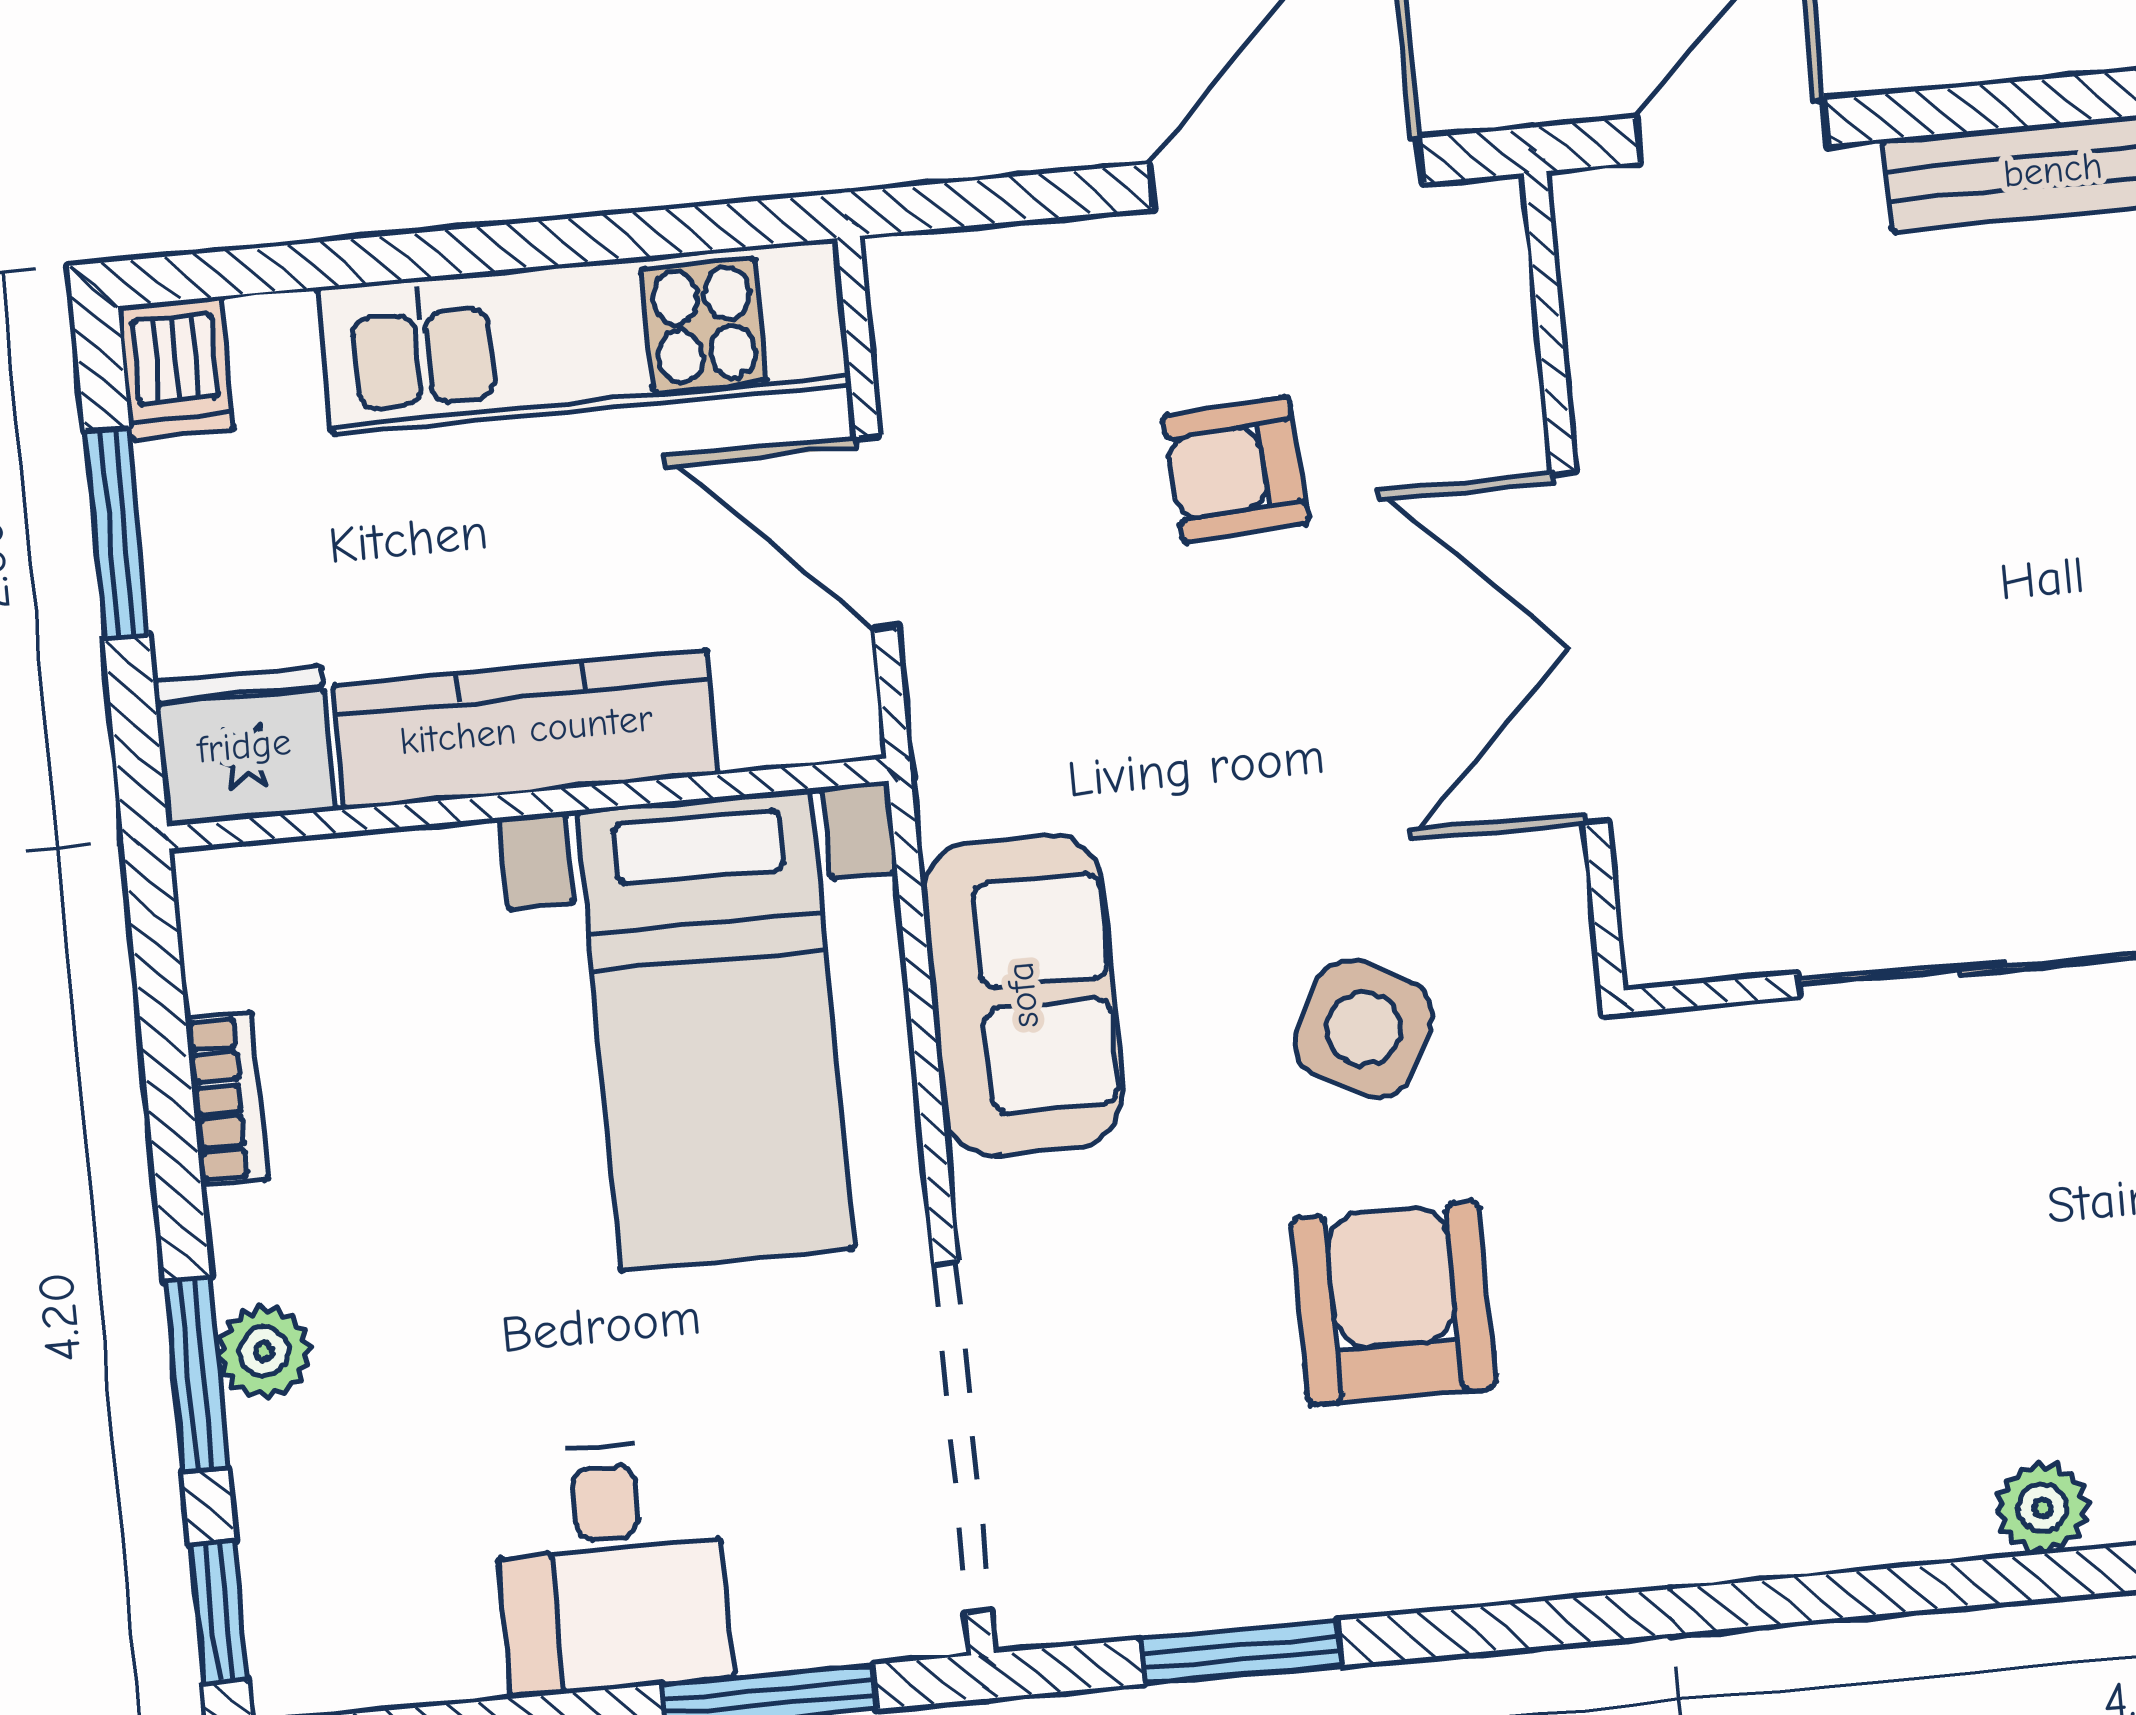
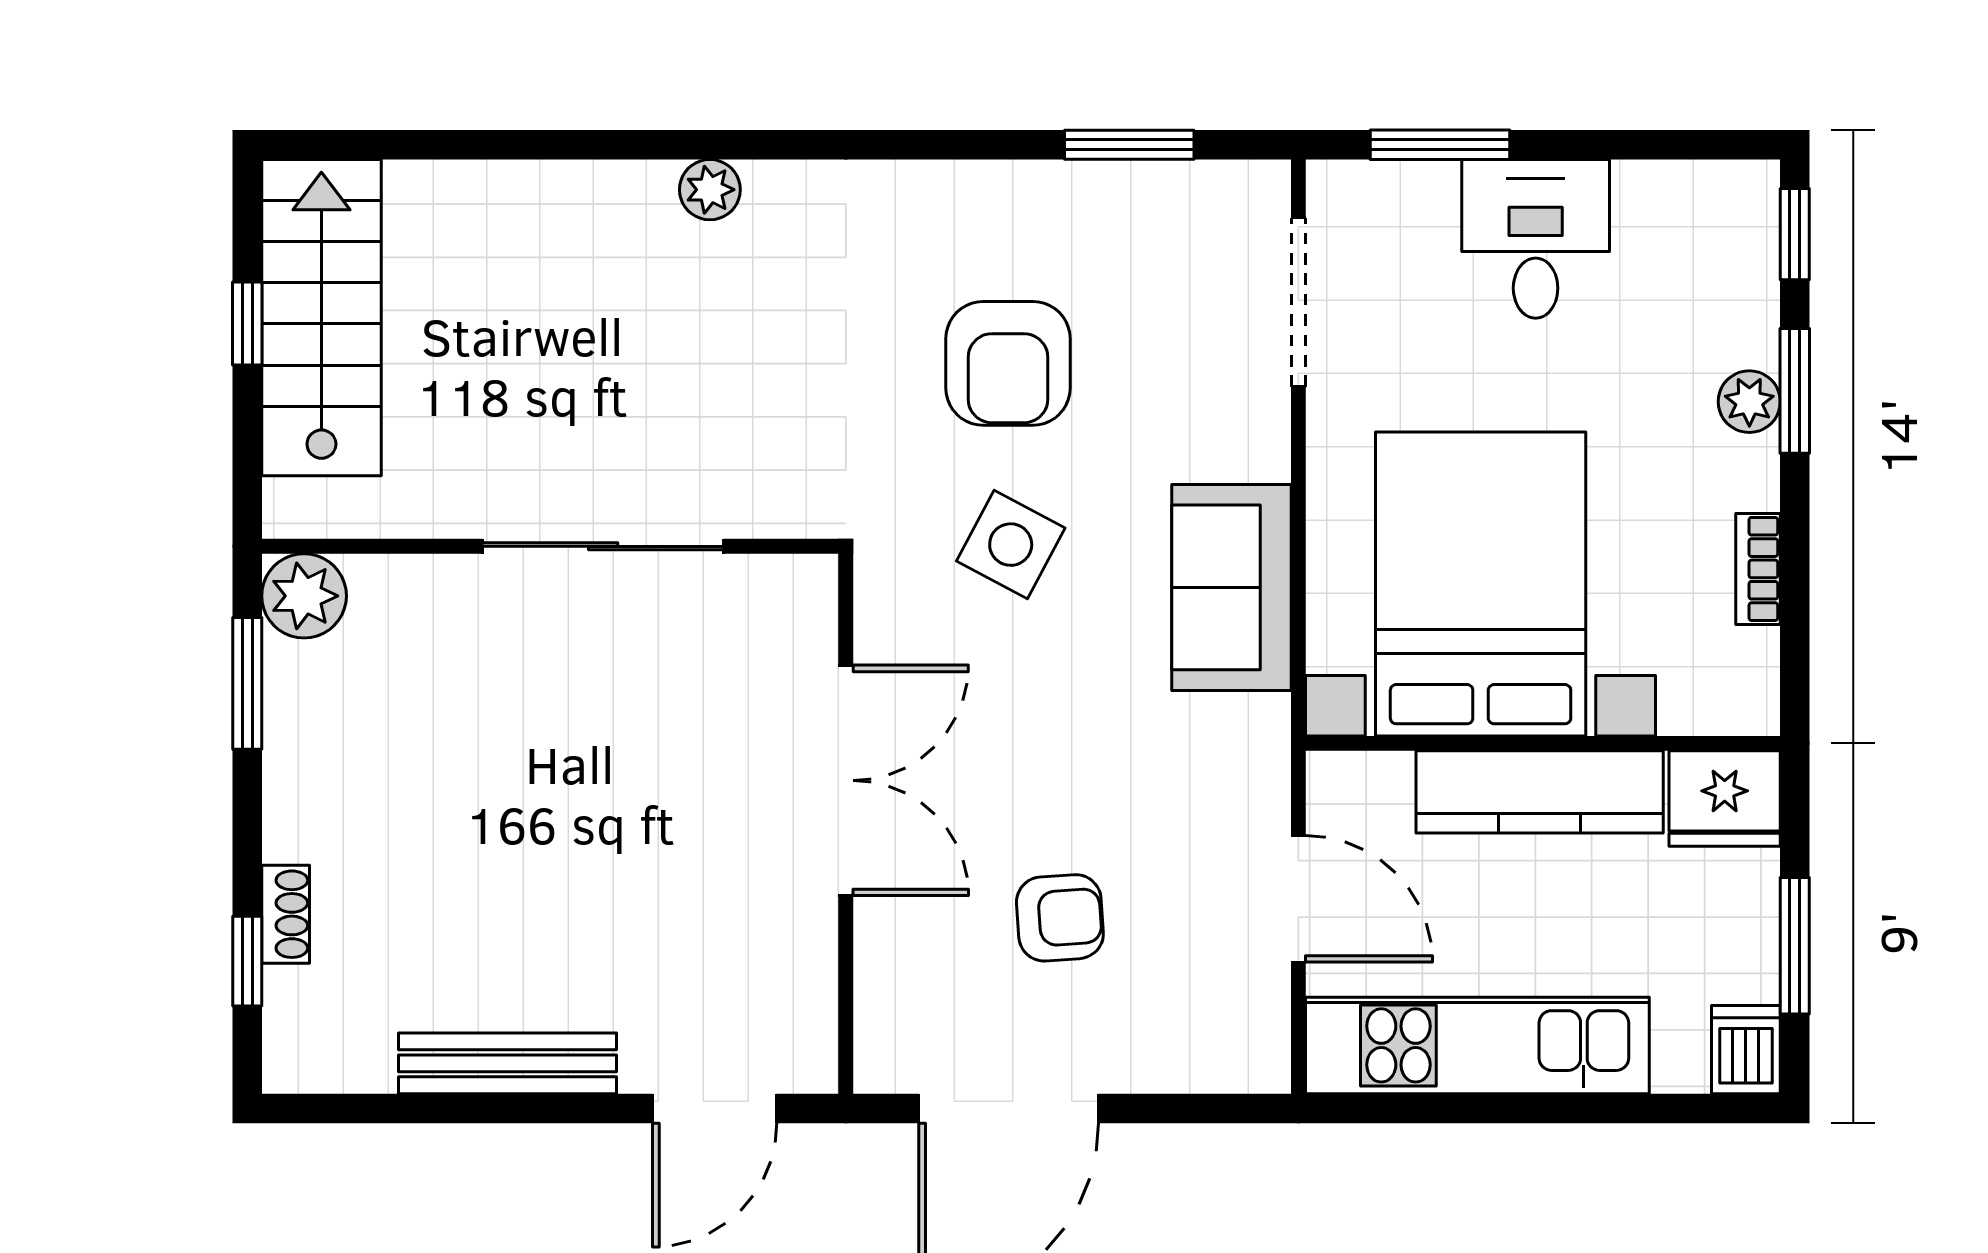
bed with nightstands: (716, 1030) -> (1481, 584), width x1.36
doorway: (962, 1437) -> (1298, 302), width x0.73
plant: (2042, 1508) -> (710, 190), moved

